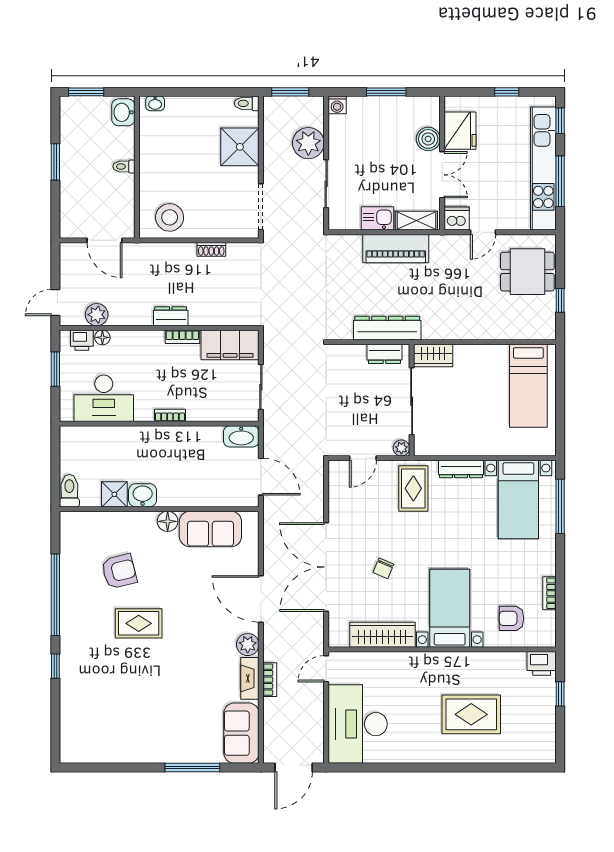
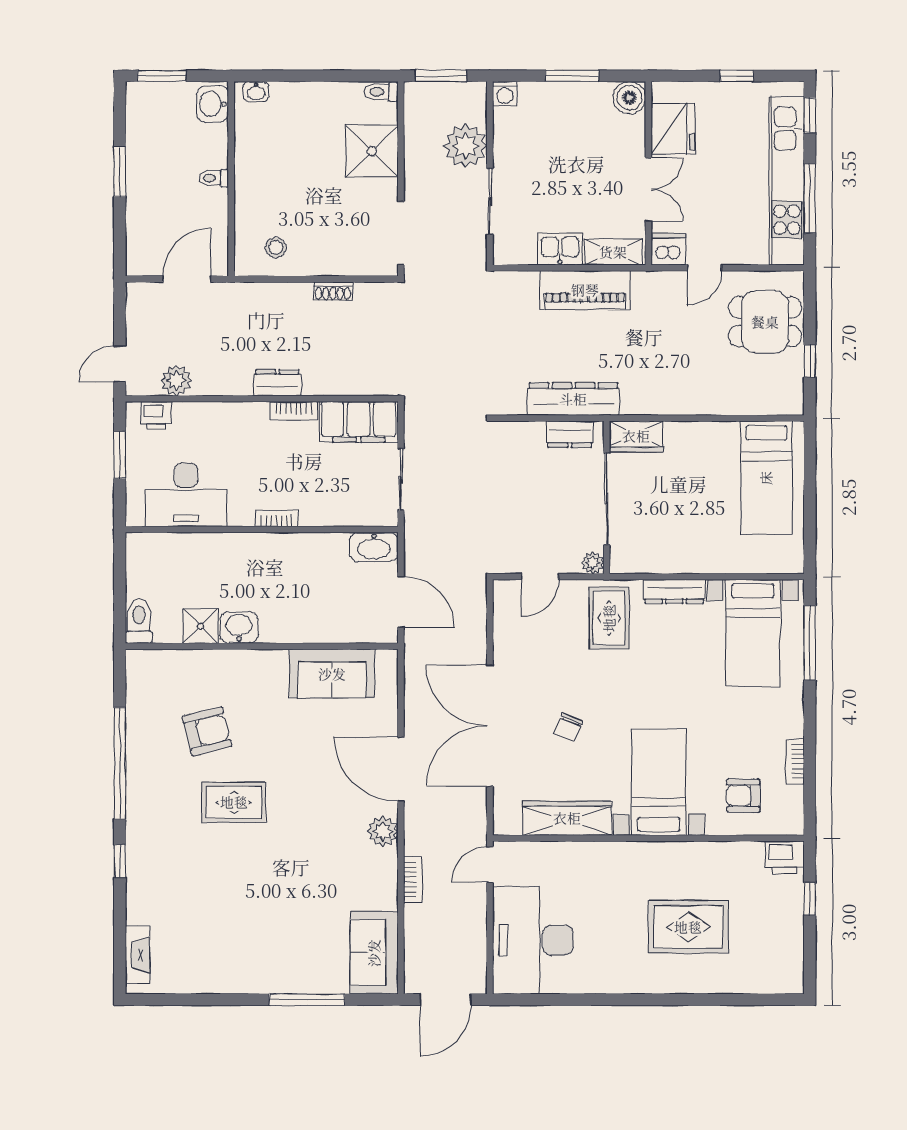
boiler: (428, 139) -> (629, 98), moved
stool: (170, 217) -> (276, 248), width x0.53, depth x0.53
door: (104, 240) -> (187, 279), swing flipped
floor lamp: (102, 337) -> (184, 412), removed
floor lamp: (168, 521) -> (273, 663), removed
fireplace: (250, 678) -> (138, 955), moved, turned 180

